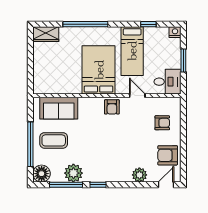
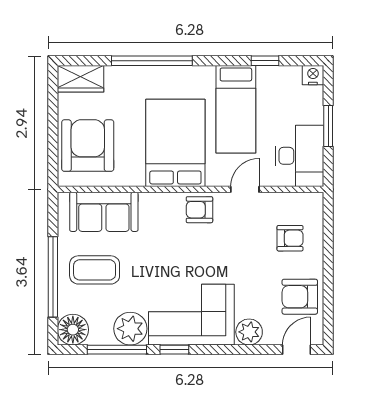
armchair: (50, 71) -> (88, 146), added
desk: (167, 82) -> (299, 156), width x1.37
door: (137, 96) -> (245, 189), hinge flipped
armchair: (112, 107) -> (199, 210), turned 90
corner sofa: (107, 165) -> (191, 315), added

